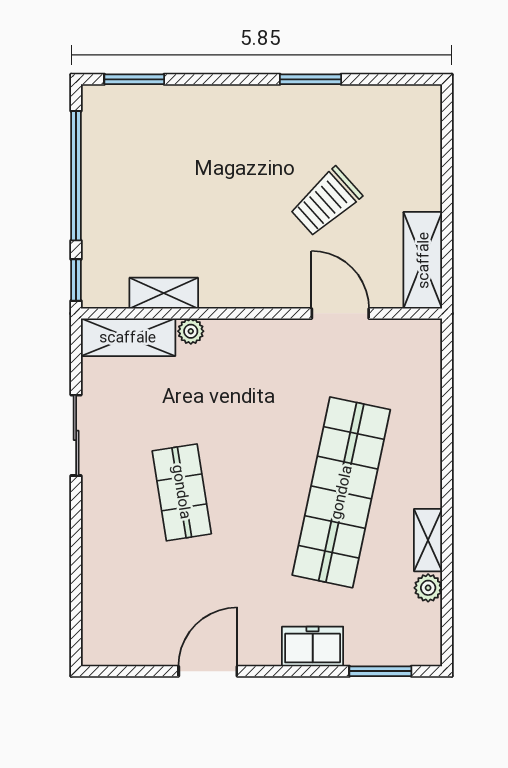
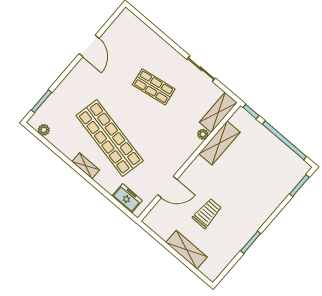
trolley: (326, 202) -> (207, 213), turned 42
shelving: (423, 260) -> (187, 250), moved
shelving: (164, 293) -> (219, 143), width x1.50, depth x1.33
shelving: (428, 540) -> (86, 166), moved
plant: (428, 588) -> (44, 130), moved
freezer: (313, 646) -> (127, 198), moved, turned -90

